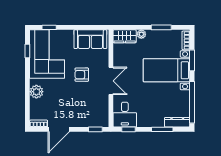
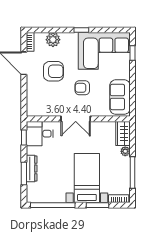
window: (161, 27) -> (132, 173), width x1.44
window: (27, 51) -> (81, 30), moved
armchair: (82, 75) -> (82, 88), turned -90
plant: (36, 92) -> (53, 40), moved
armchair: (66, 102) -> (53, 71), added
dresser: (177, 122) -> (32, 168), moved
window: (95, 129) -> (24, 102), removed

